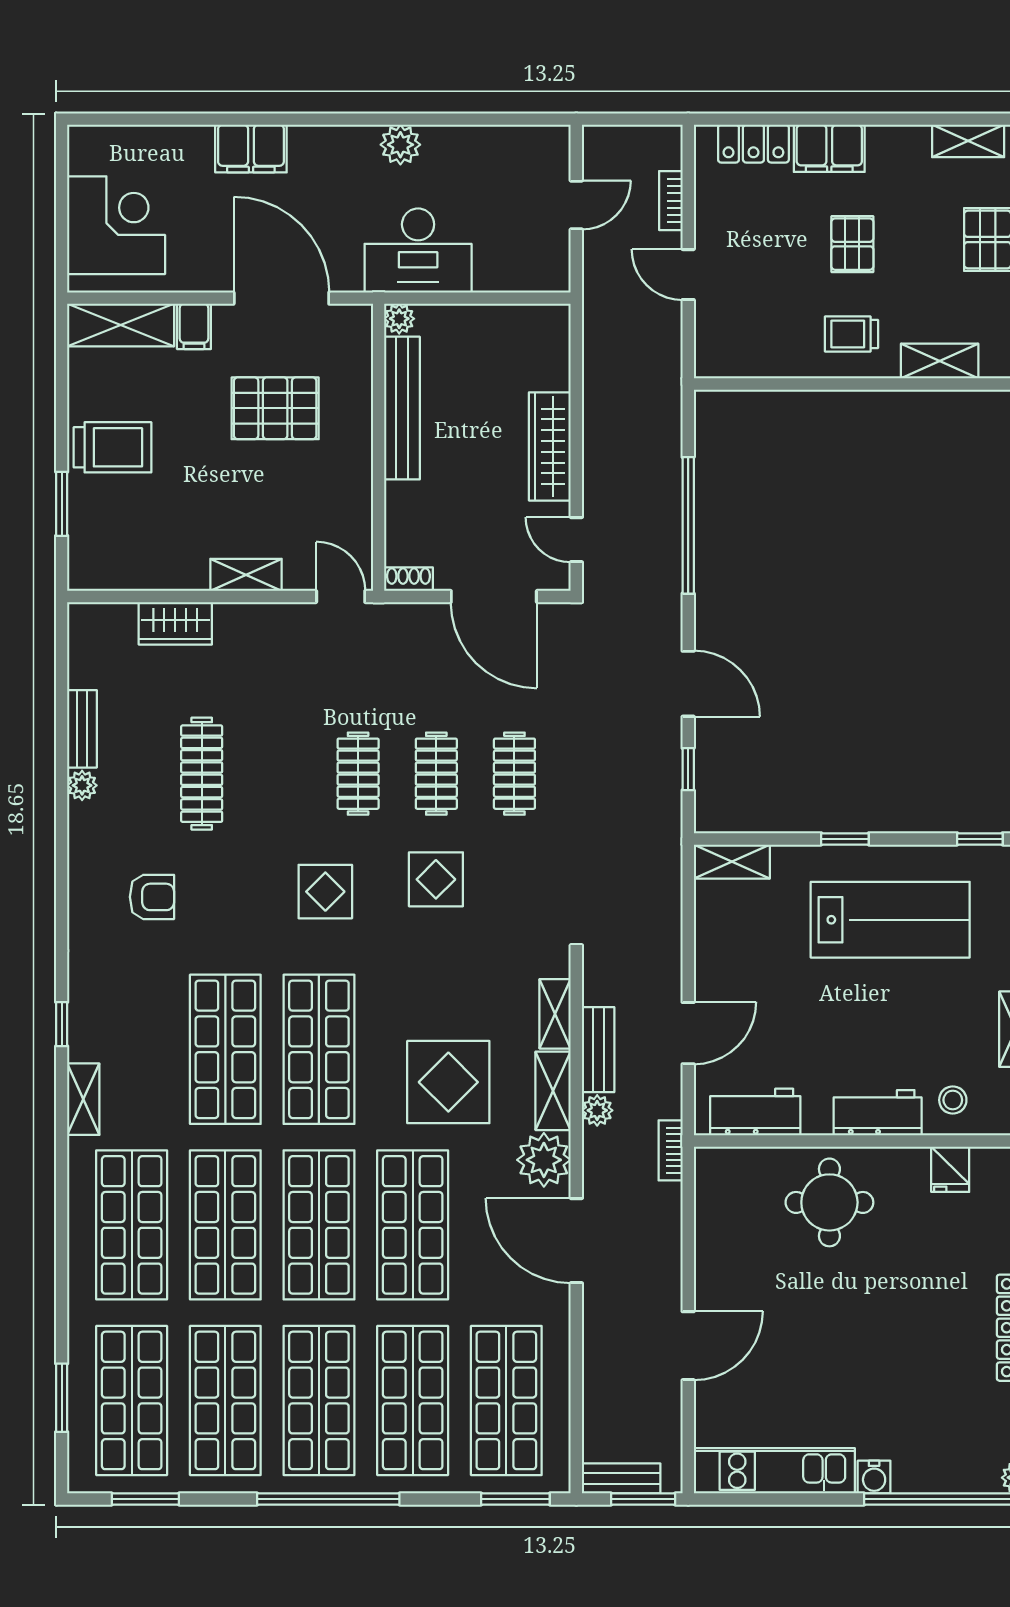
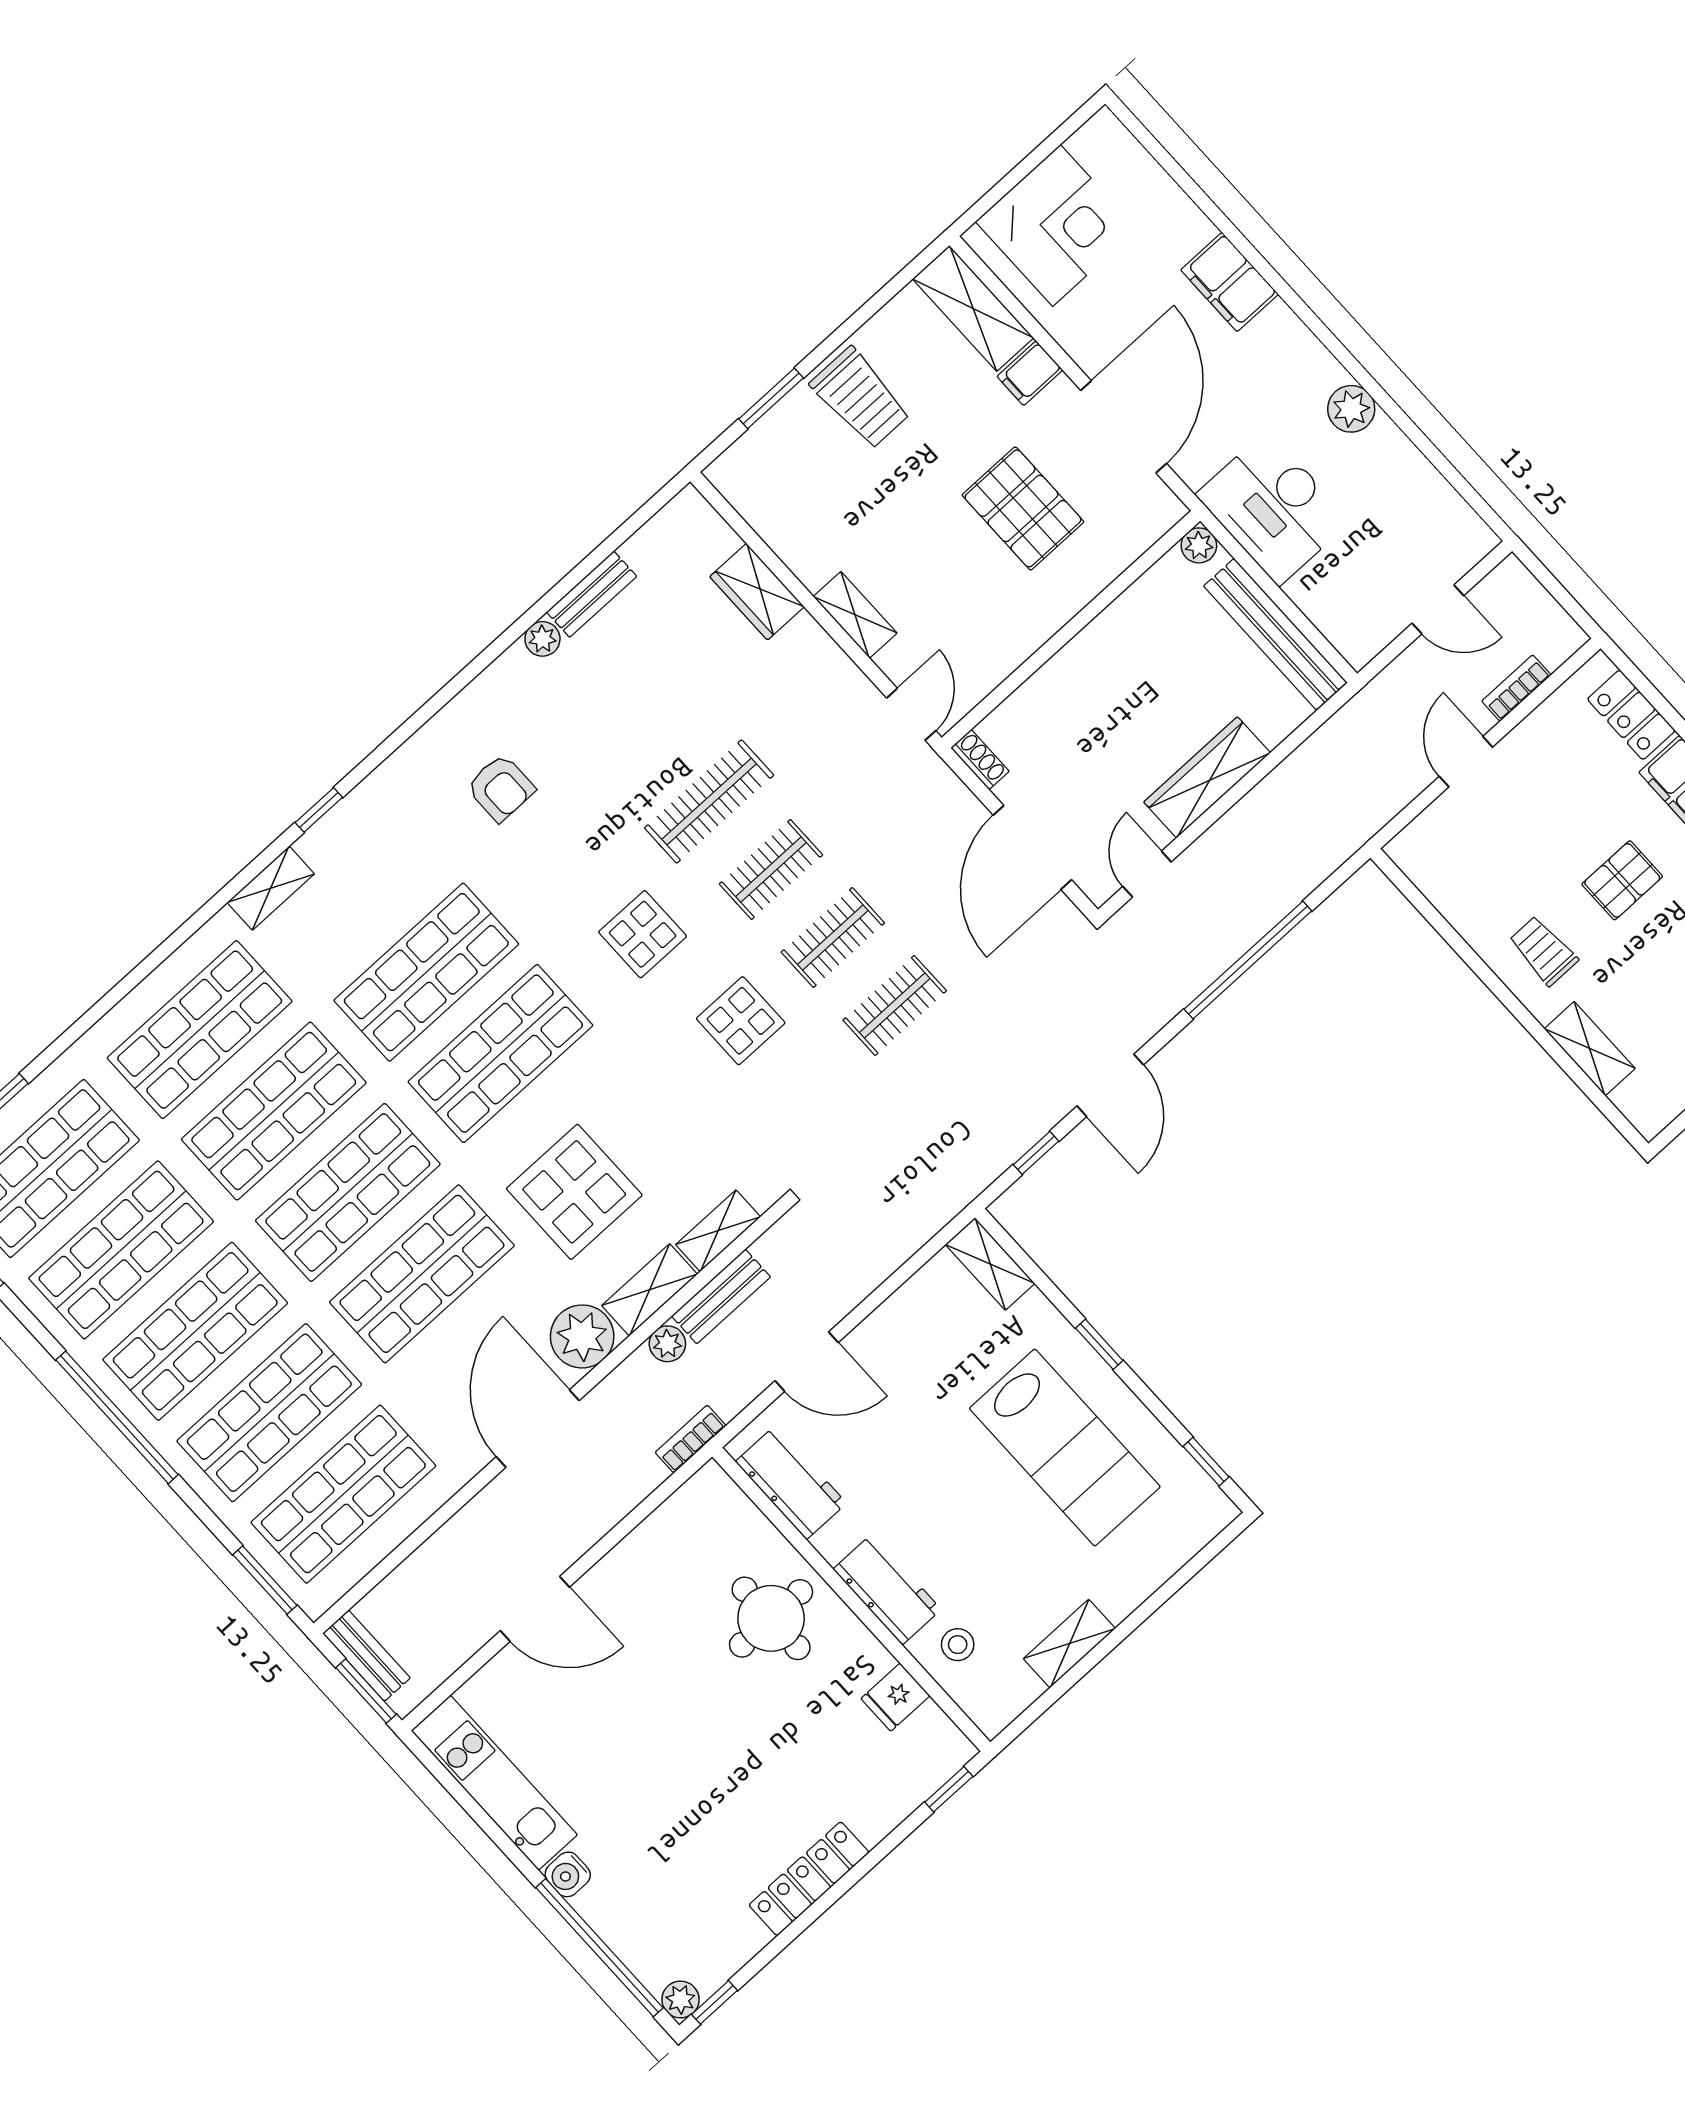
bench: (402, 408) -> (1275, 634), moved, turned 90
clothes rail: (202, 774) -> (709, 802), moved

